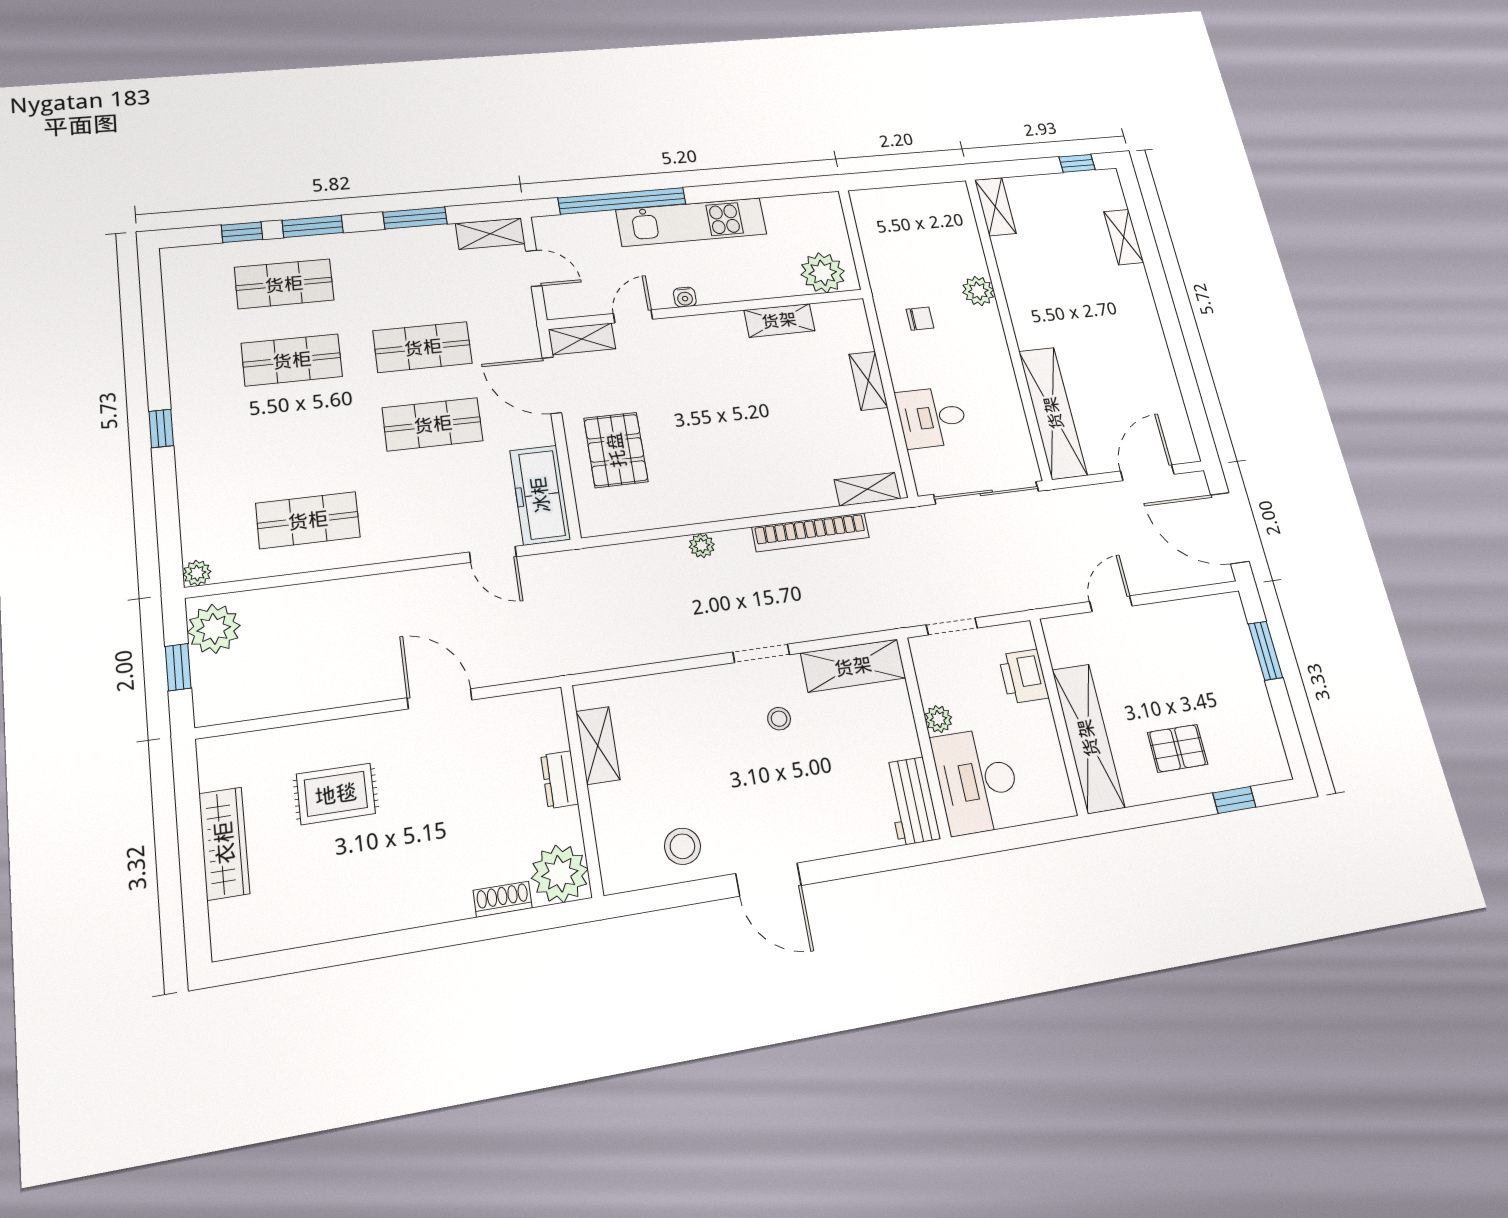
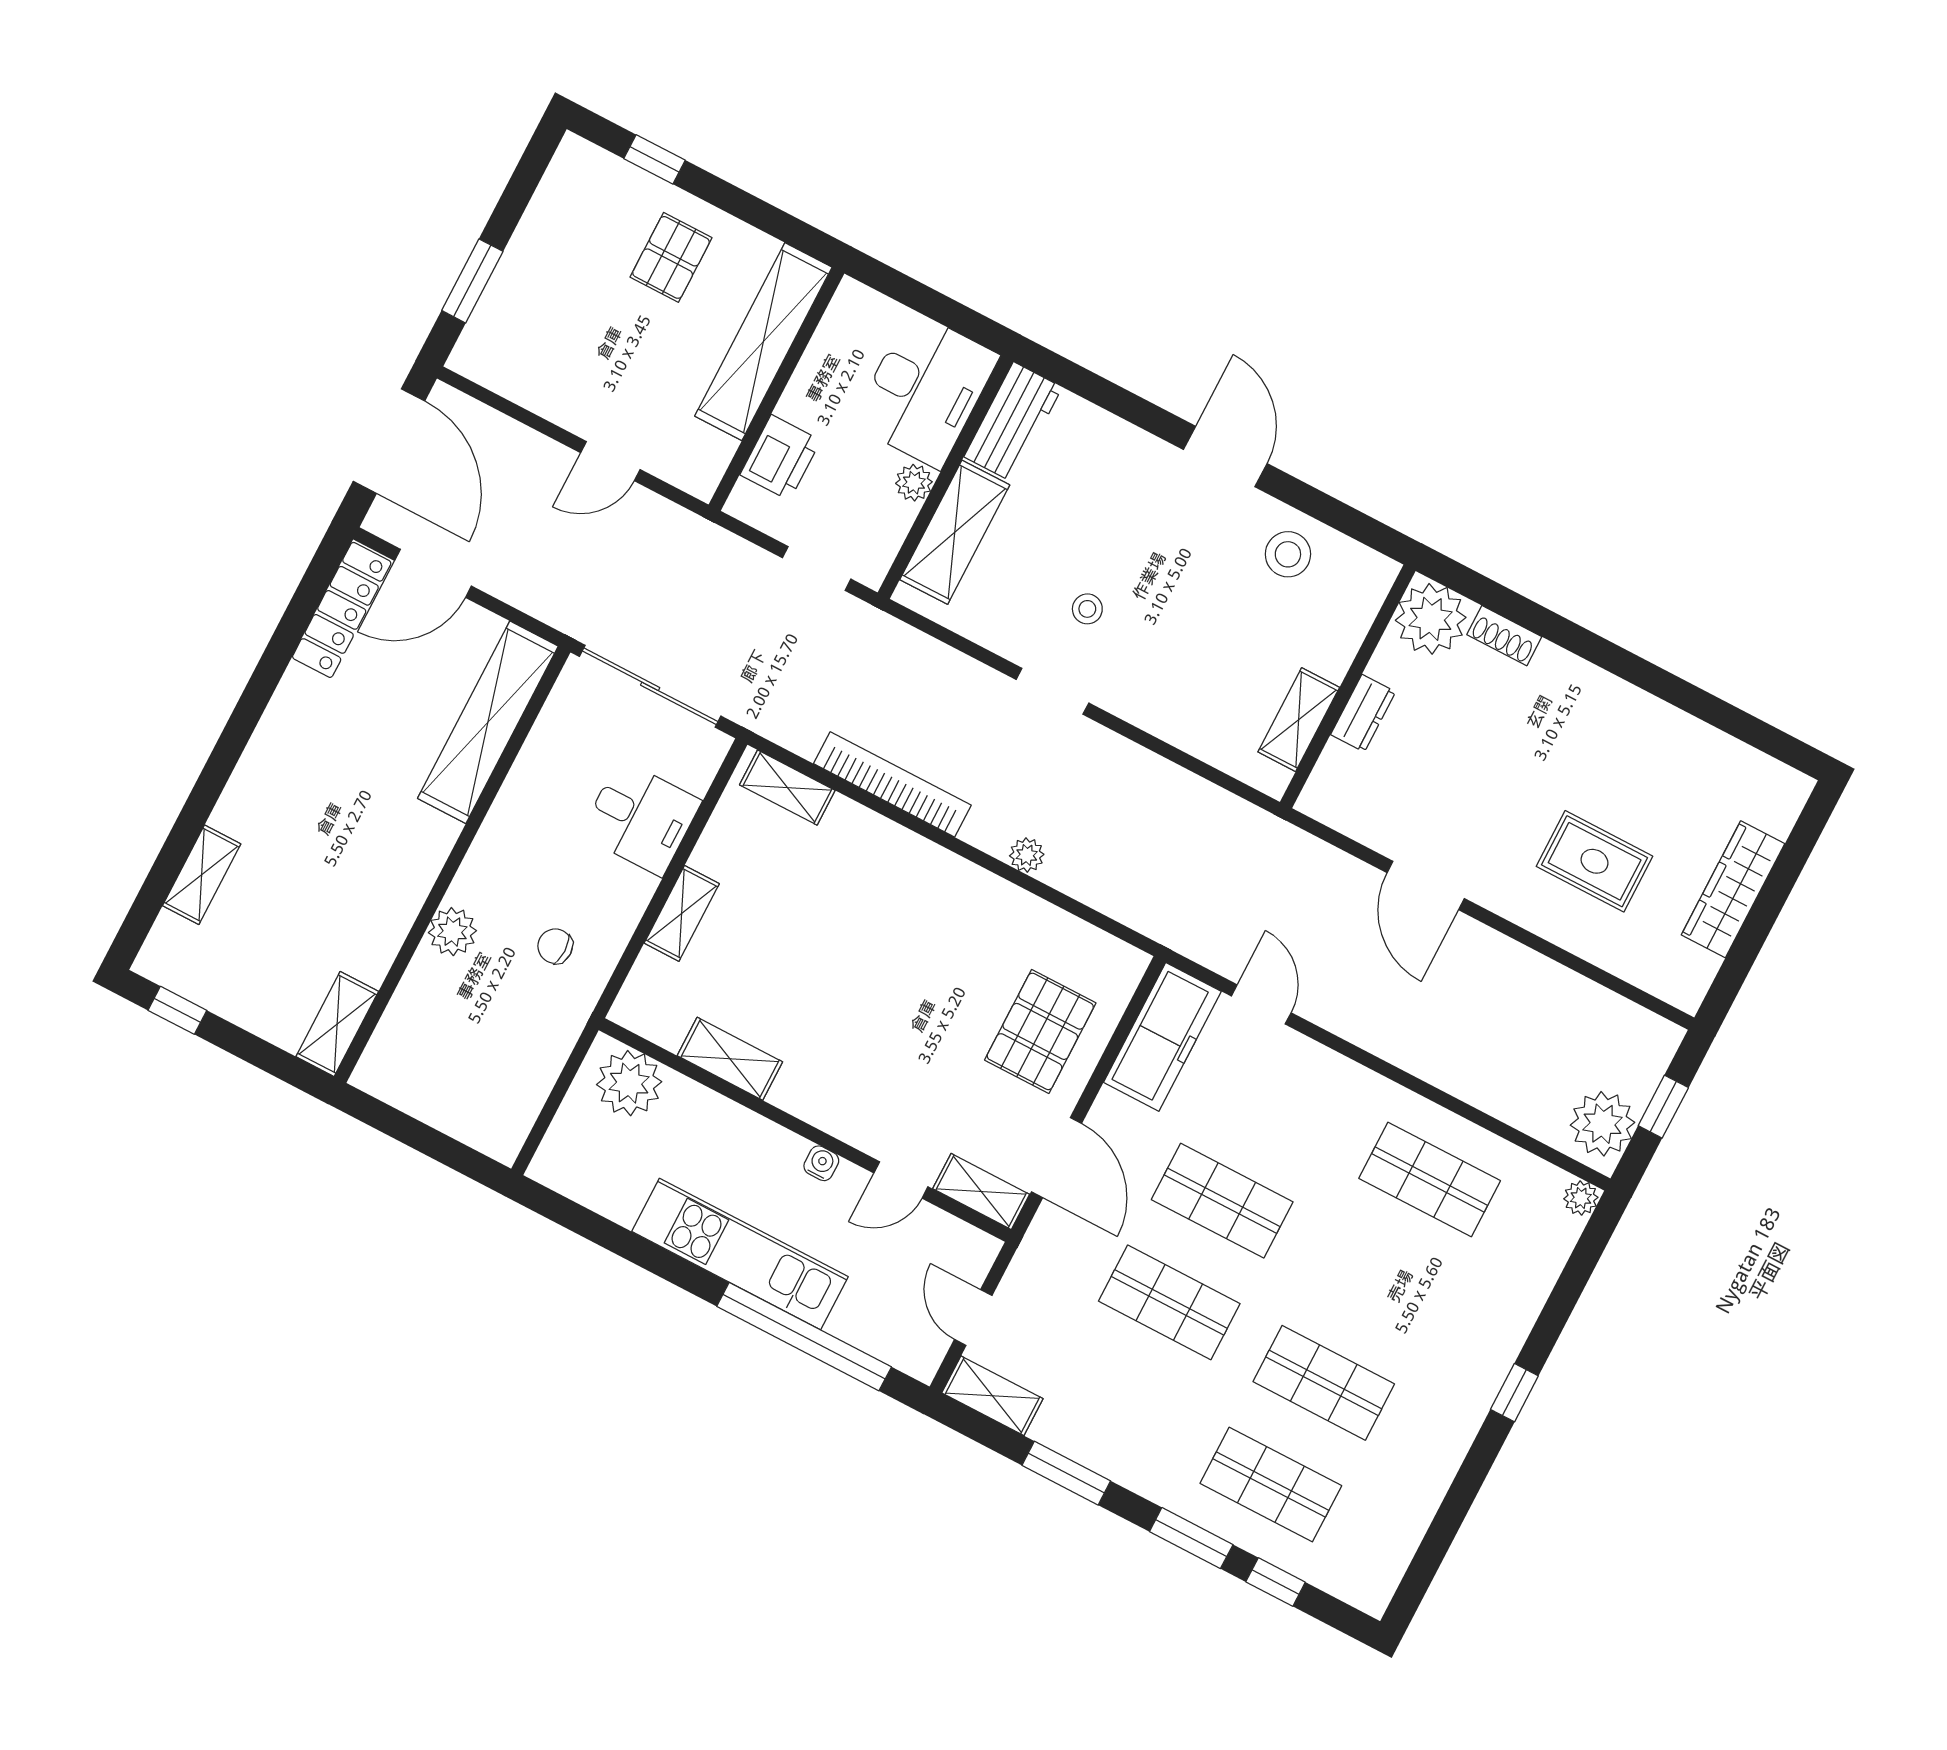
locker: (1175, 420) -> (342, 610), added
shelving: (853, 666) -> (955, 532), moved, turned 90
pallet: (1178, 748) -> (671, 257), turned 90

